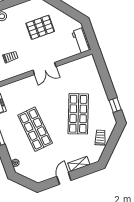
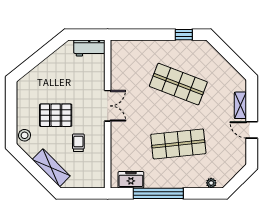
pallet: (40, 27) -> (56, 115), moved, turned 90
trolley: (100, 138) -> (217, 67), removed

